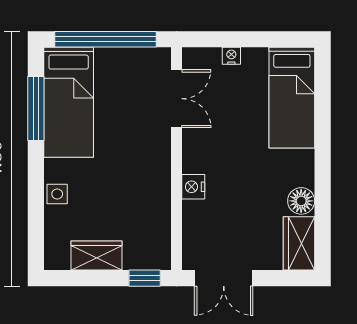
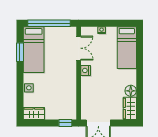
window: (36, 109) -> (20, 52), width x0.69
nightstand: (193, 187) -> (86, 70), moved
wardrobe: (97, 256) -> (34, 114), moved

